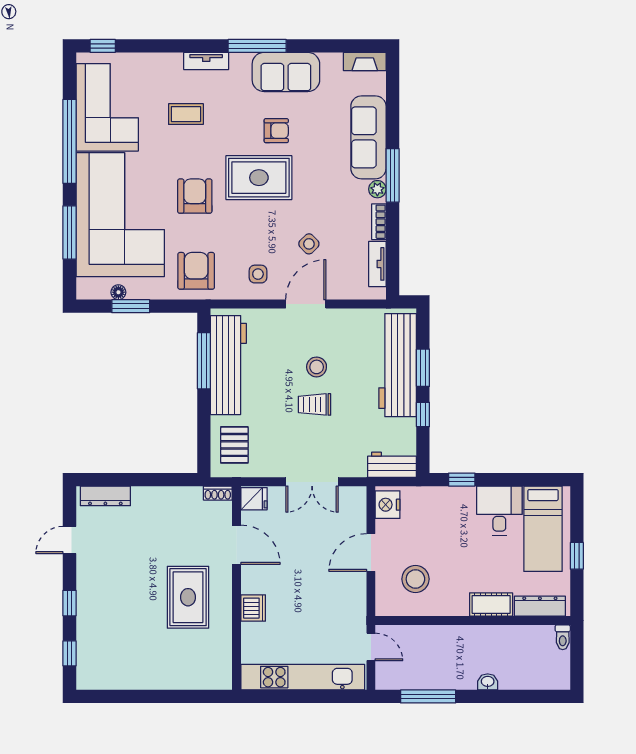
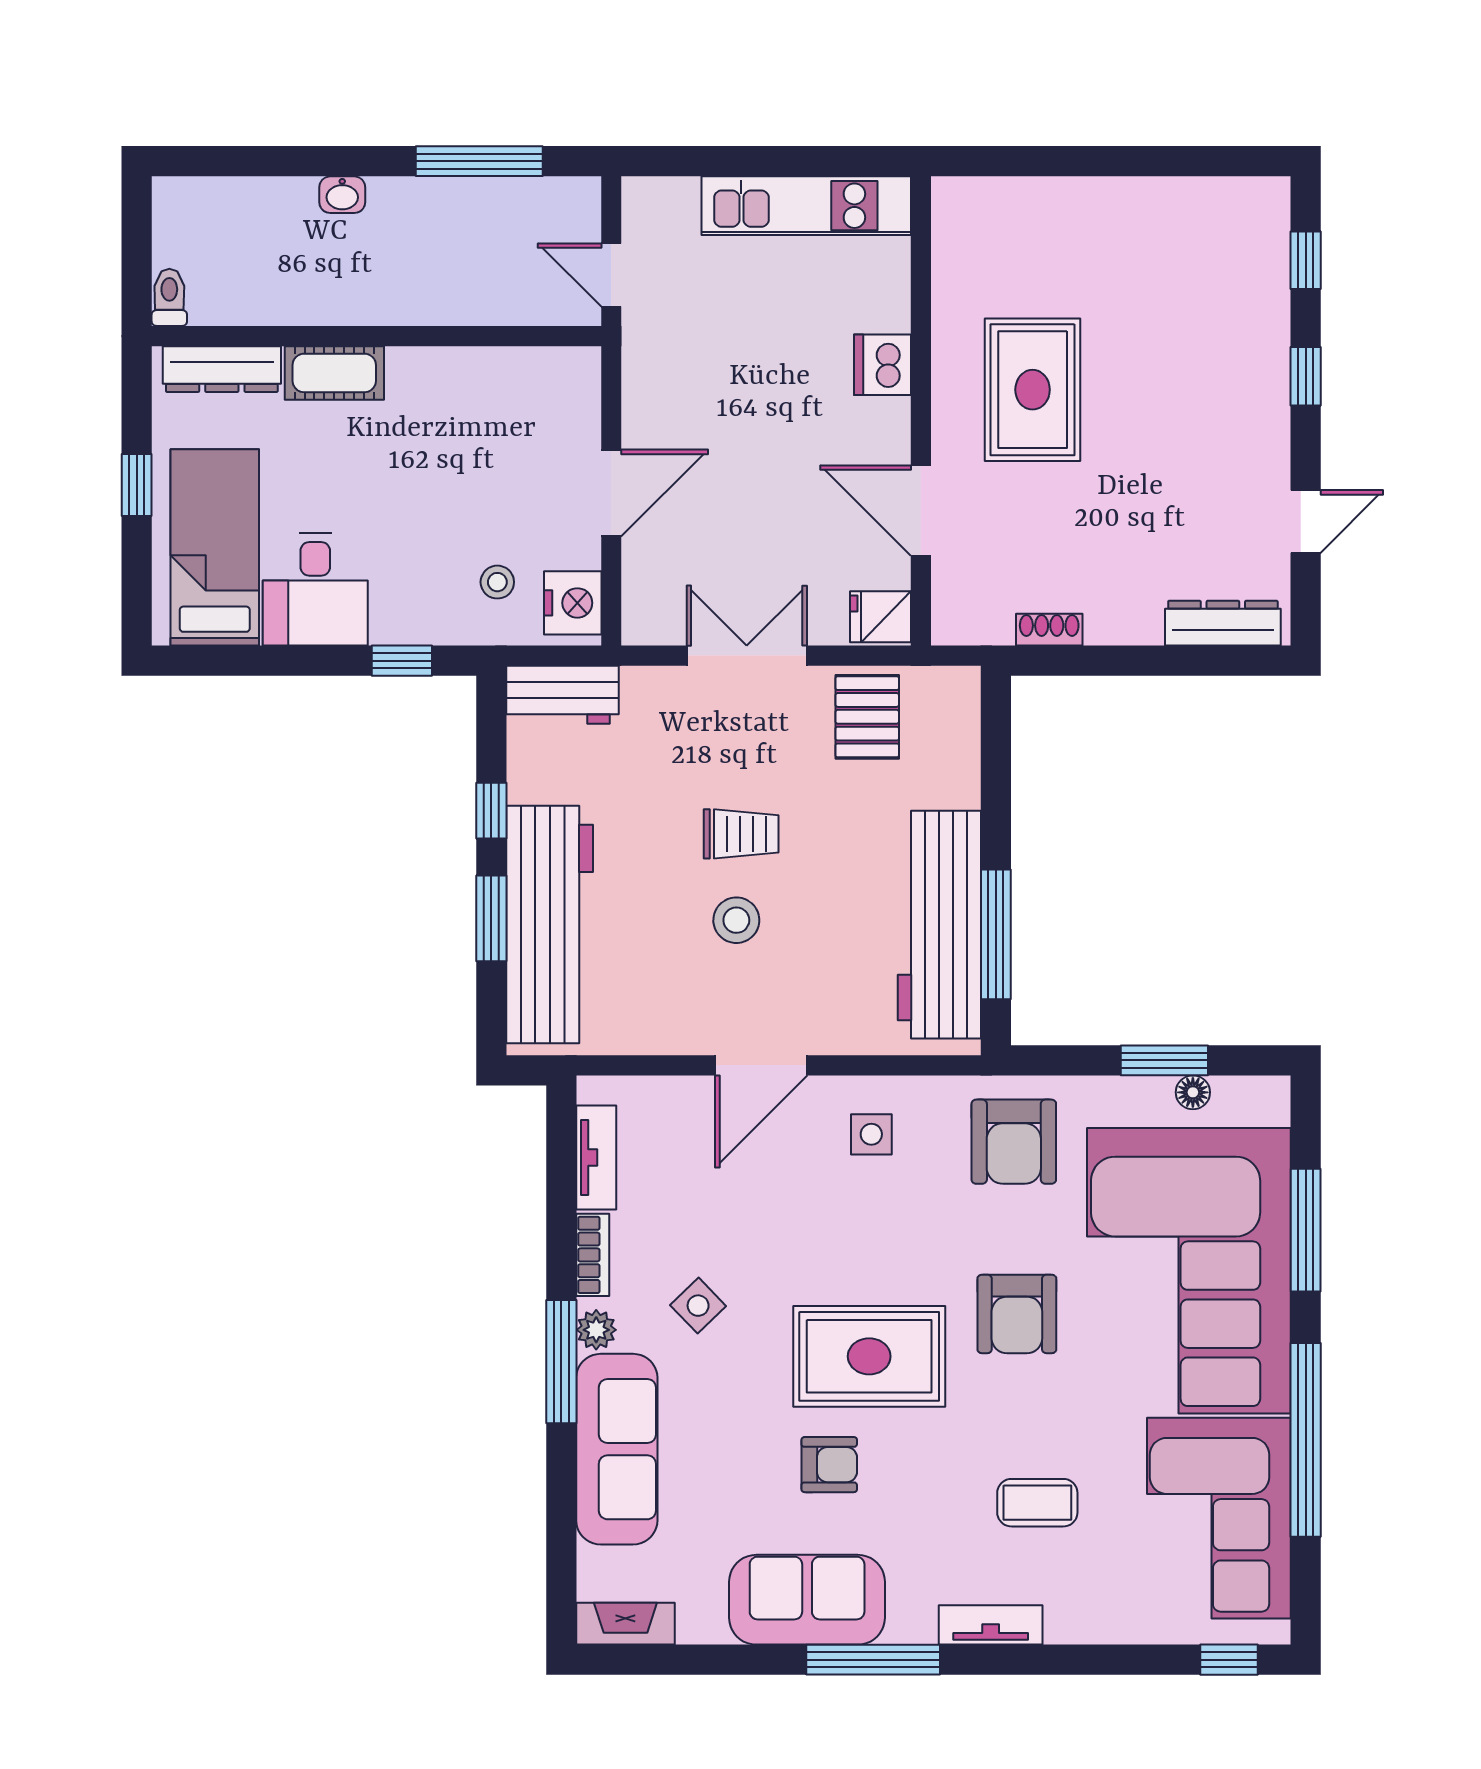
armchair: (276, 131) -> (829, 1465), turned 180
side table: (309, 244) -> (698, 1306), moved
pallet: (234, 445) -> (867, 717), moved
shoe rack: (218, 493) -> (1049, 630), moved
stool: (415, 579) -> (497, 582), moved, width x0.53, depth x0.53
kitchen unit: (303, 677) -> (806, 206), width x0.73

